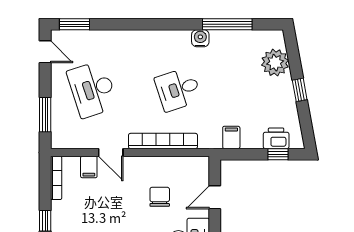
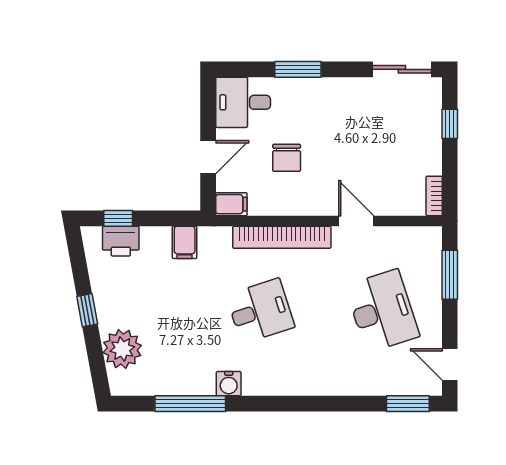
filing cabinet: (89, 167) -> (231, 204), moved, turned 90
bookcase: (56, 178) -> (434, 196), width x0.64

